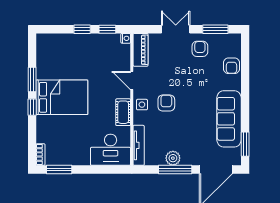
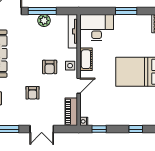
window: (82, 29) -> (136, 129), moved
armchair: (200, 49) -> (32, 93), moved
door: (132, 81) -> (79, 86), hinge flipped
window: (59, 169) -> (126, 11), moved

